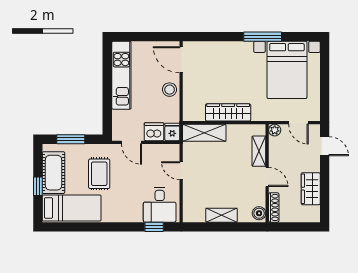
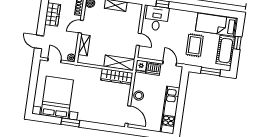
window: (263, 37) -> (70, 122), width x0.69
wardrobe: (228, 112) -> (117, 77), moved
door: (267, 177) -> (81, 27), hinge flipped

